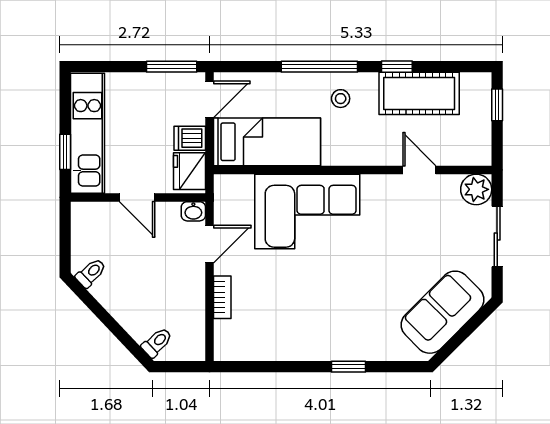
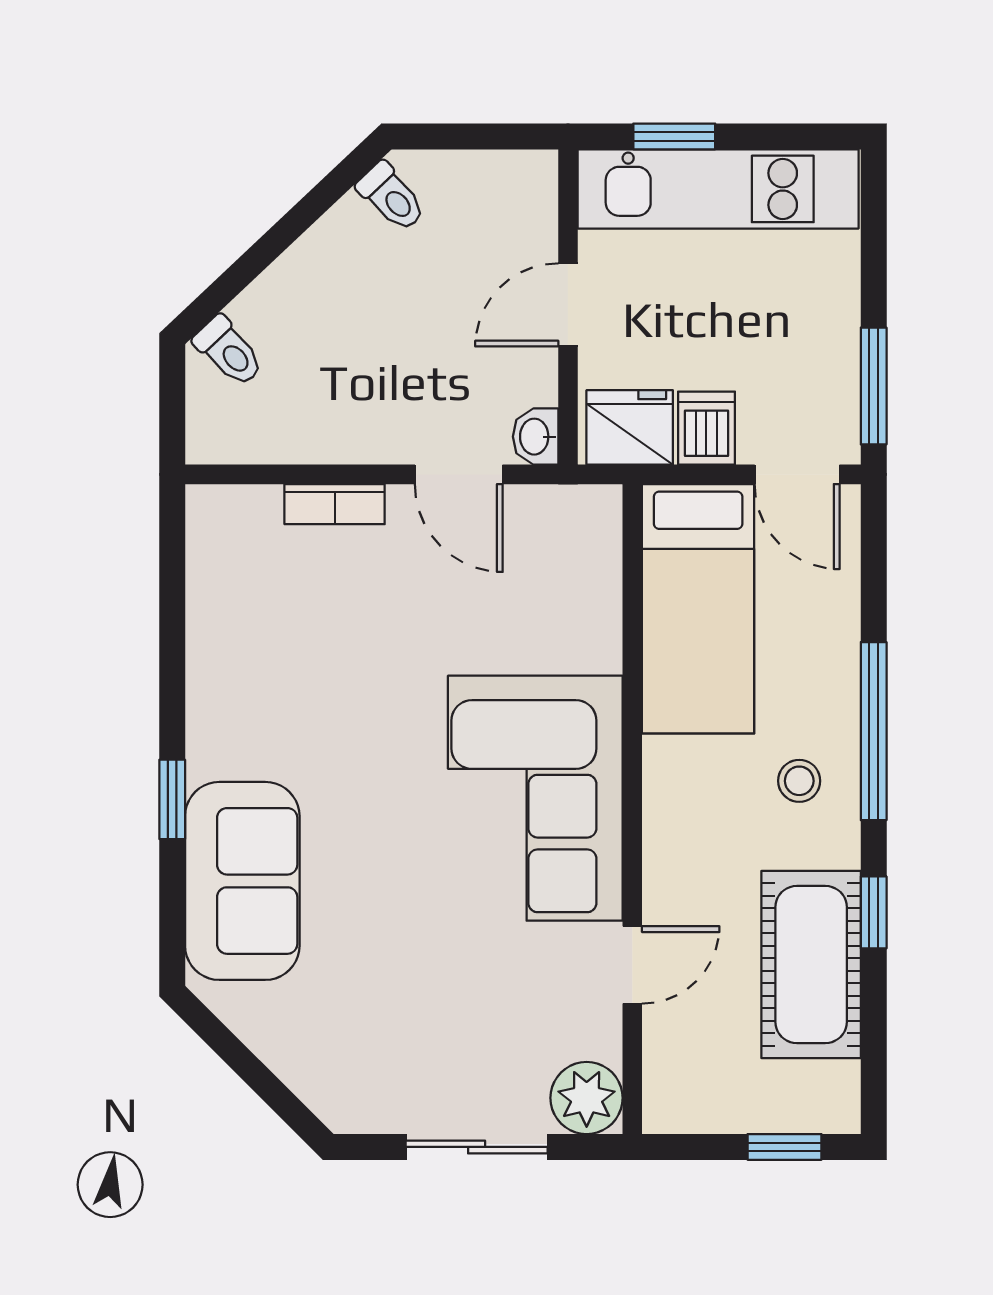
corner sofa: (307, 211) -> (535, 798), moved
sofa: (443, 312) -> (242, 881), moved, turned 45

